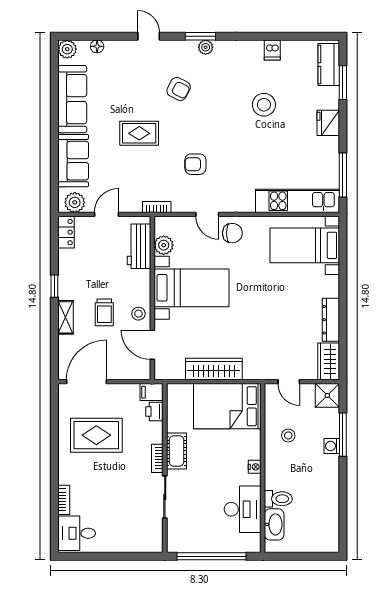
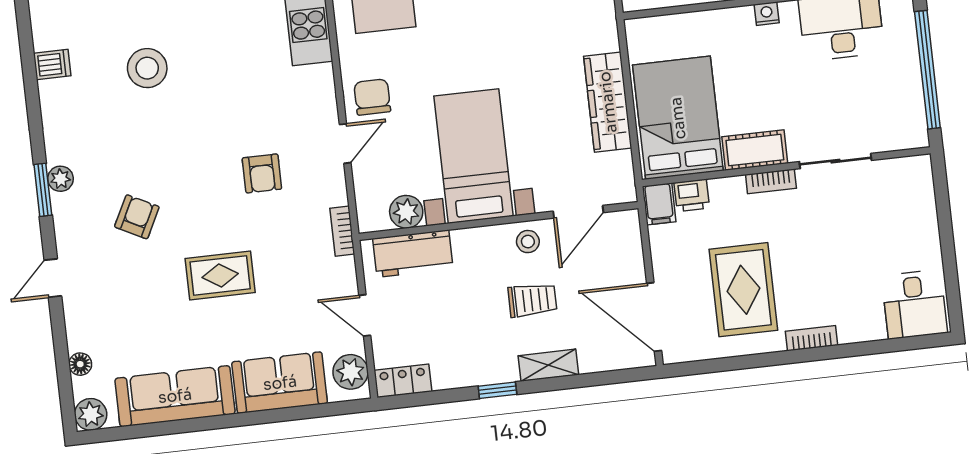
rug: (139, 133) -> (220, 275), turned 90
bed: (227, 406) -> (678, 118), moved, turned 180
bookcase: (64, 500) -> (812, 338), moved

